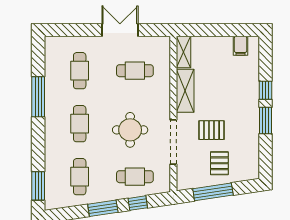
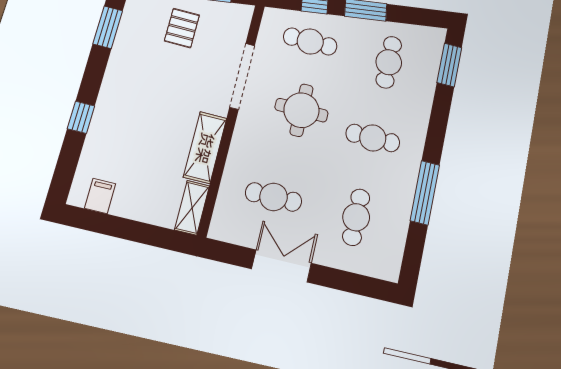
double door: (120, 30) -> (282, 266), swing flipped
window: (266, 121) -> (108, 27), moved
cafe table: (80, 124) -> (373, 138), turned 90
pallet: (212, 130) -> (181, 79), removed

